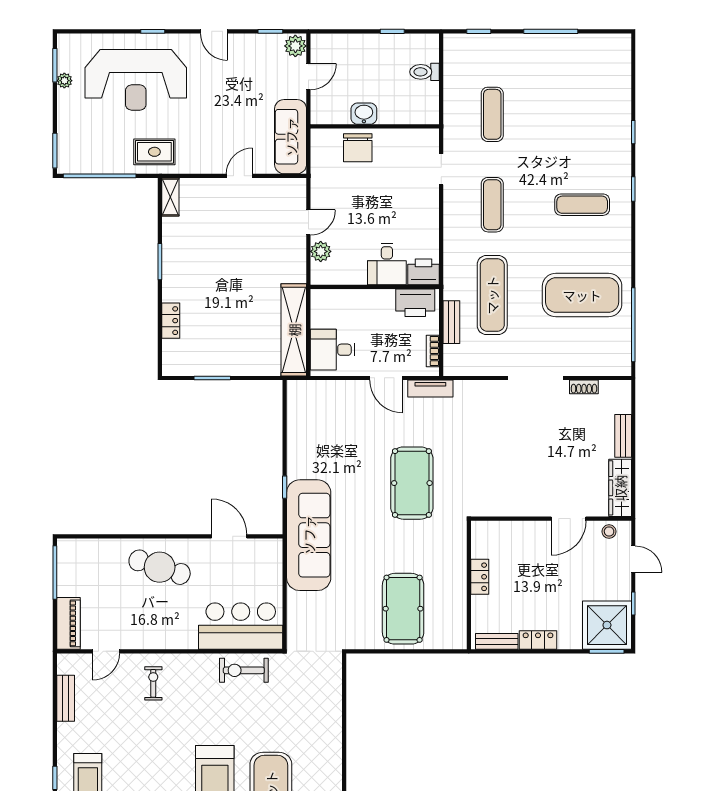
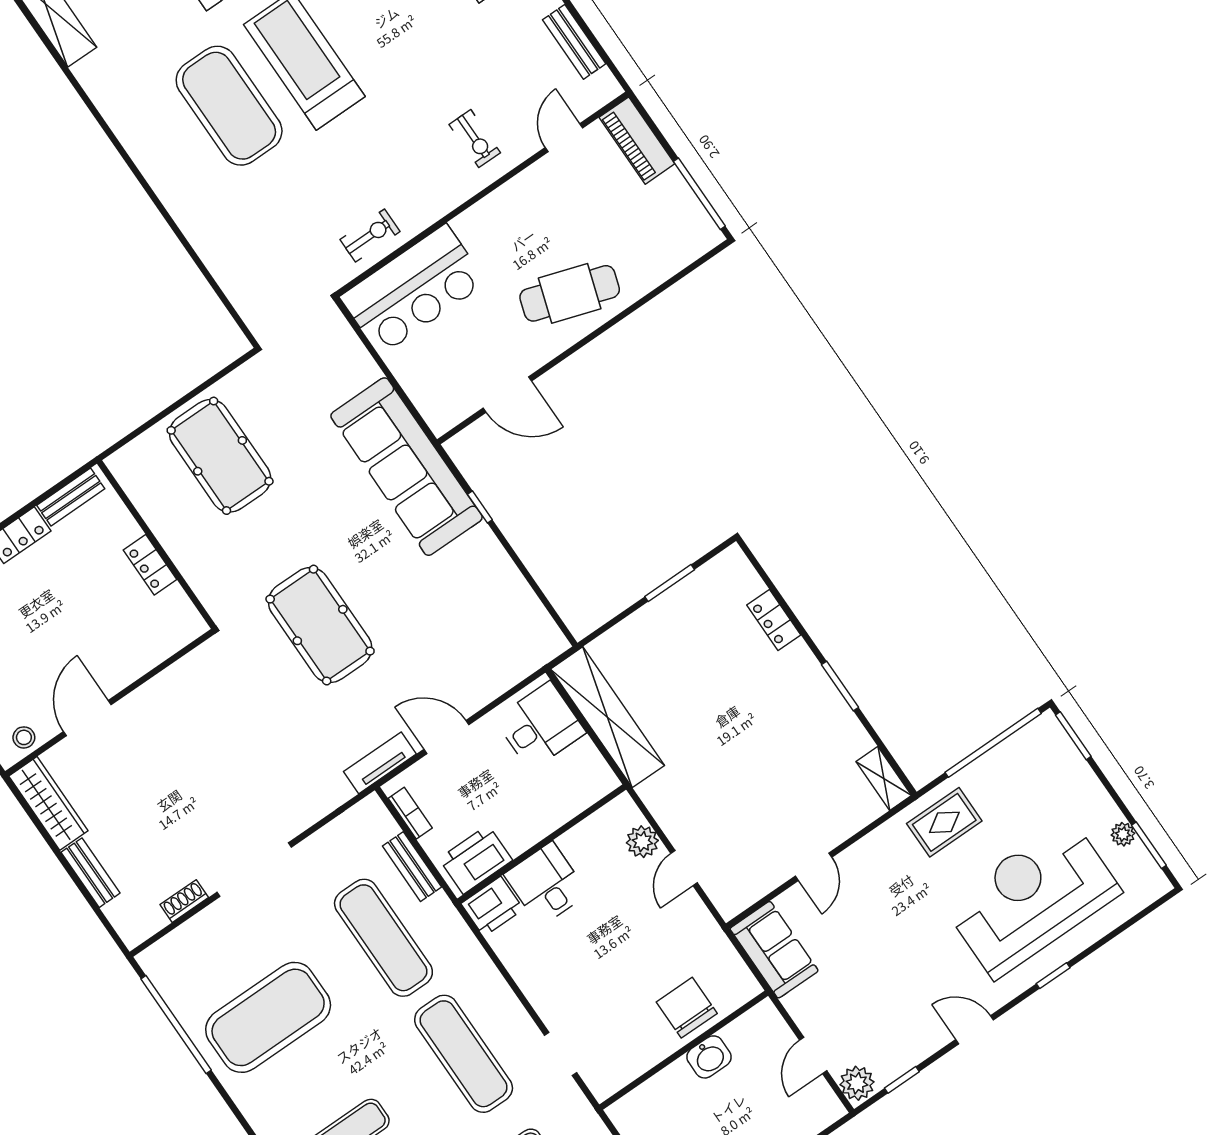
sofa: (291, 137) -> (774, 950), width x0.73
exercise mat: (492, 205) -> (464, 1054), width x1.36, depth x1.45
exercise bike: (244, 670) -> (370, 236), width x0.73, depth x0.72

